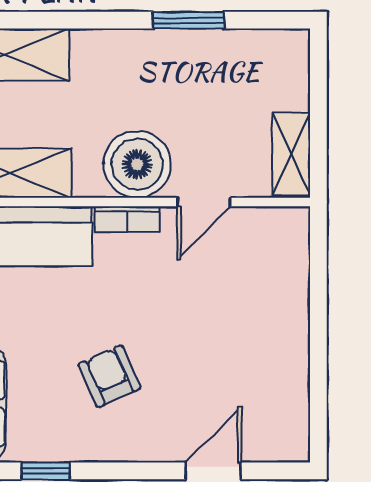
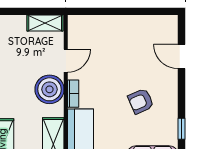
door: (204, 202) -> (66, 61), hinge flipped

